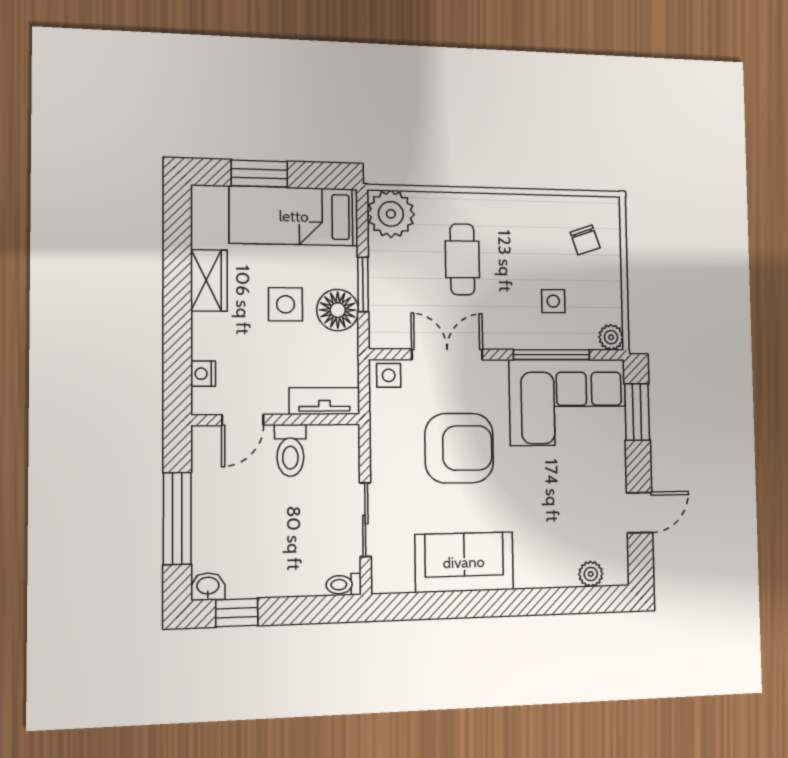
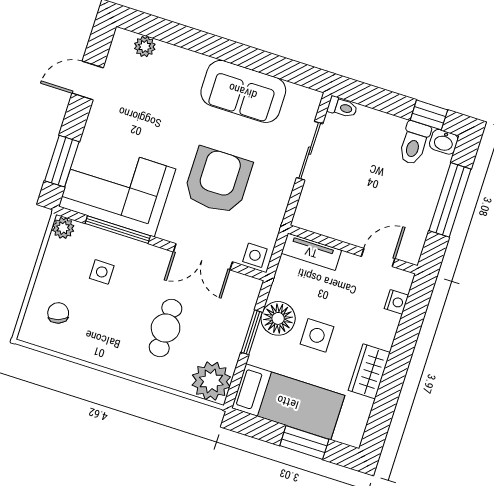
armchair: (459, 448) -> (218, 181), turned 90
toilet: (290, 450) -> (414, 143), moved, turned 180

